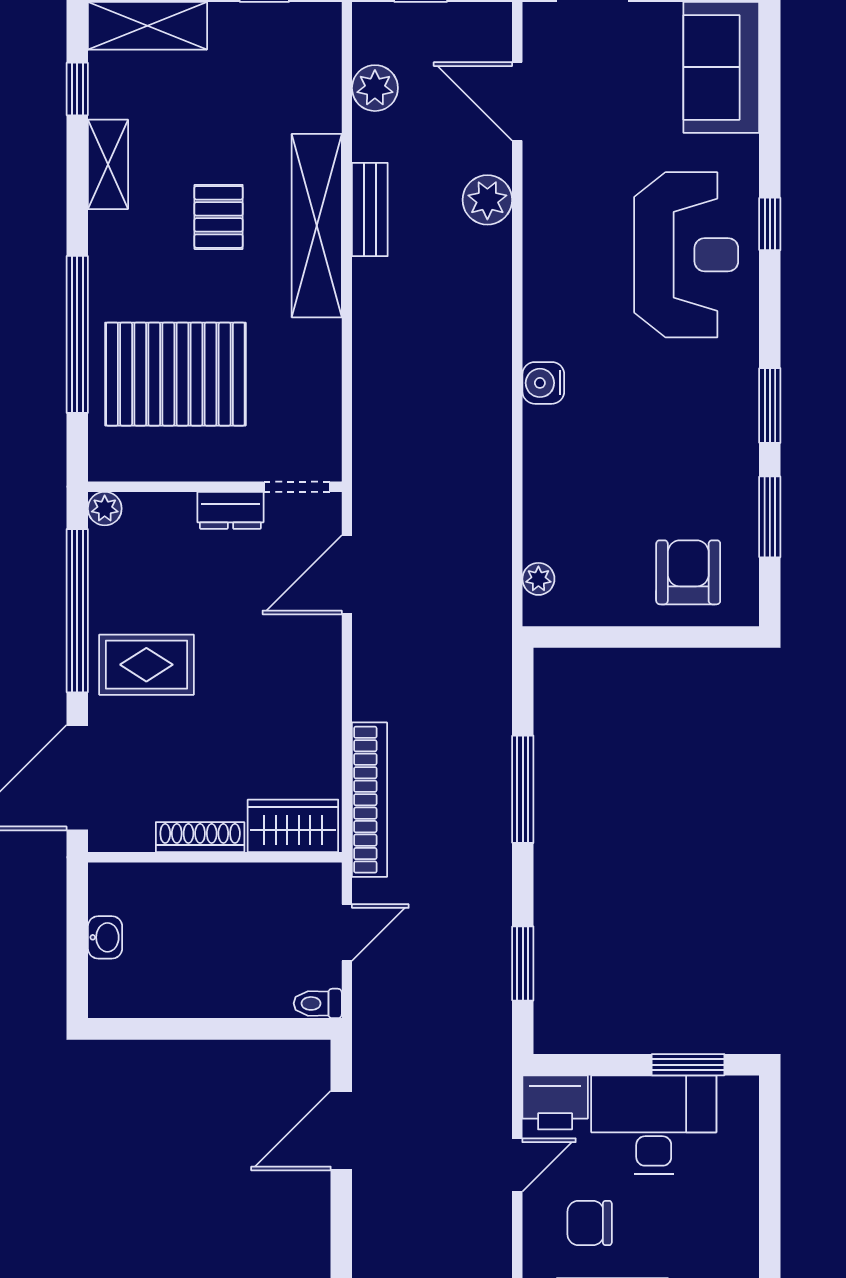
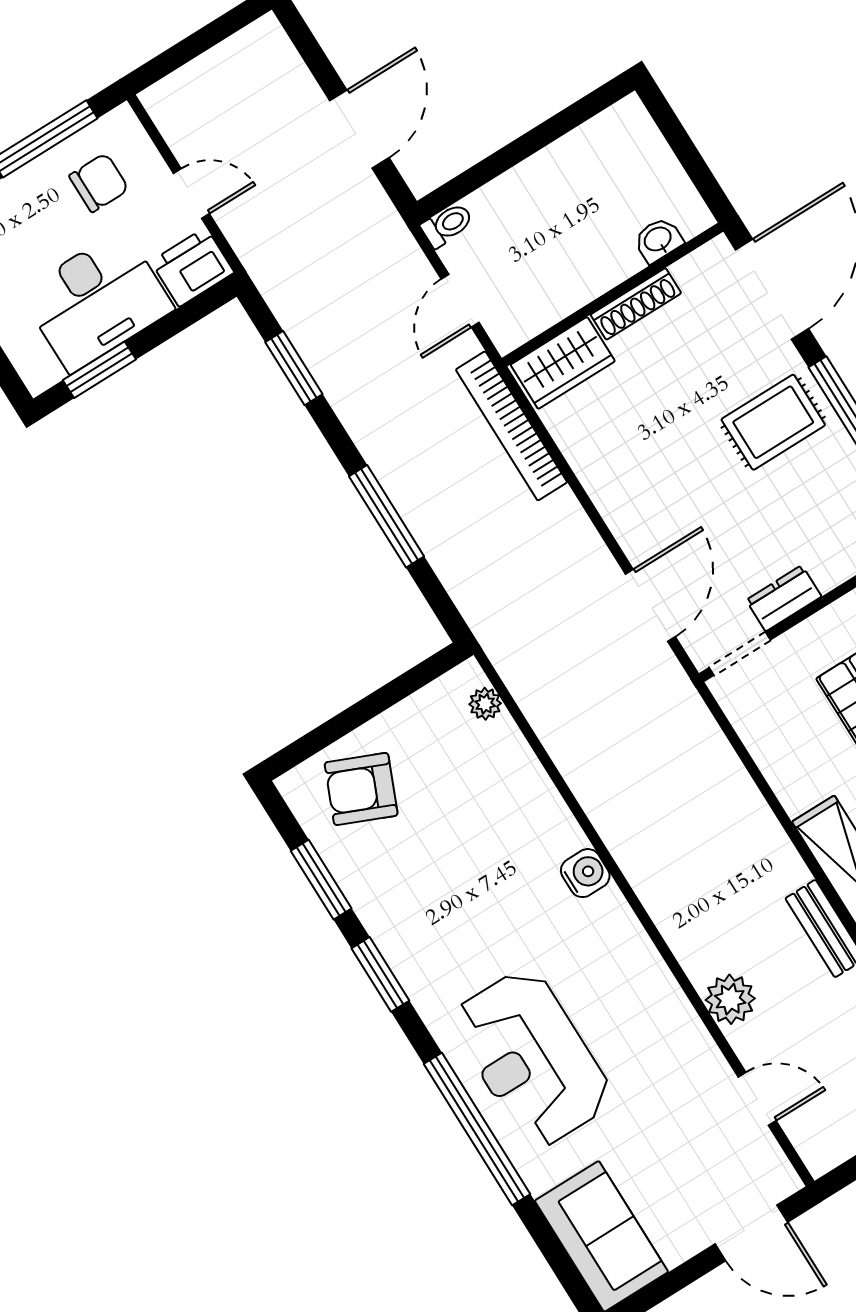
door: (517, 101) -> (757, 1099), width x0.73
window: (770, 224) -> (477, 1129), width x3.17
armchair: (688, 572) -> (361, 789), turned 113
washbasin: (105, 937) -> (658, 240), moved, turned 90
door: (517, 1165) -> (191, 194), swing flipped

